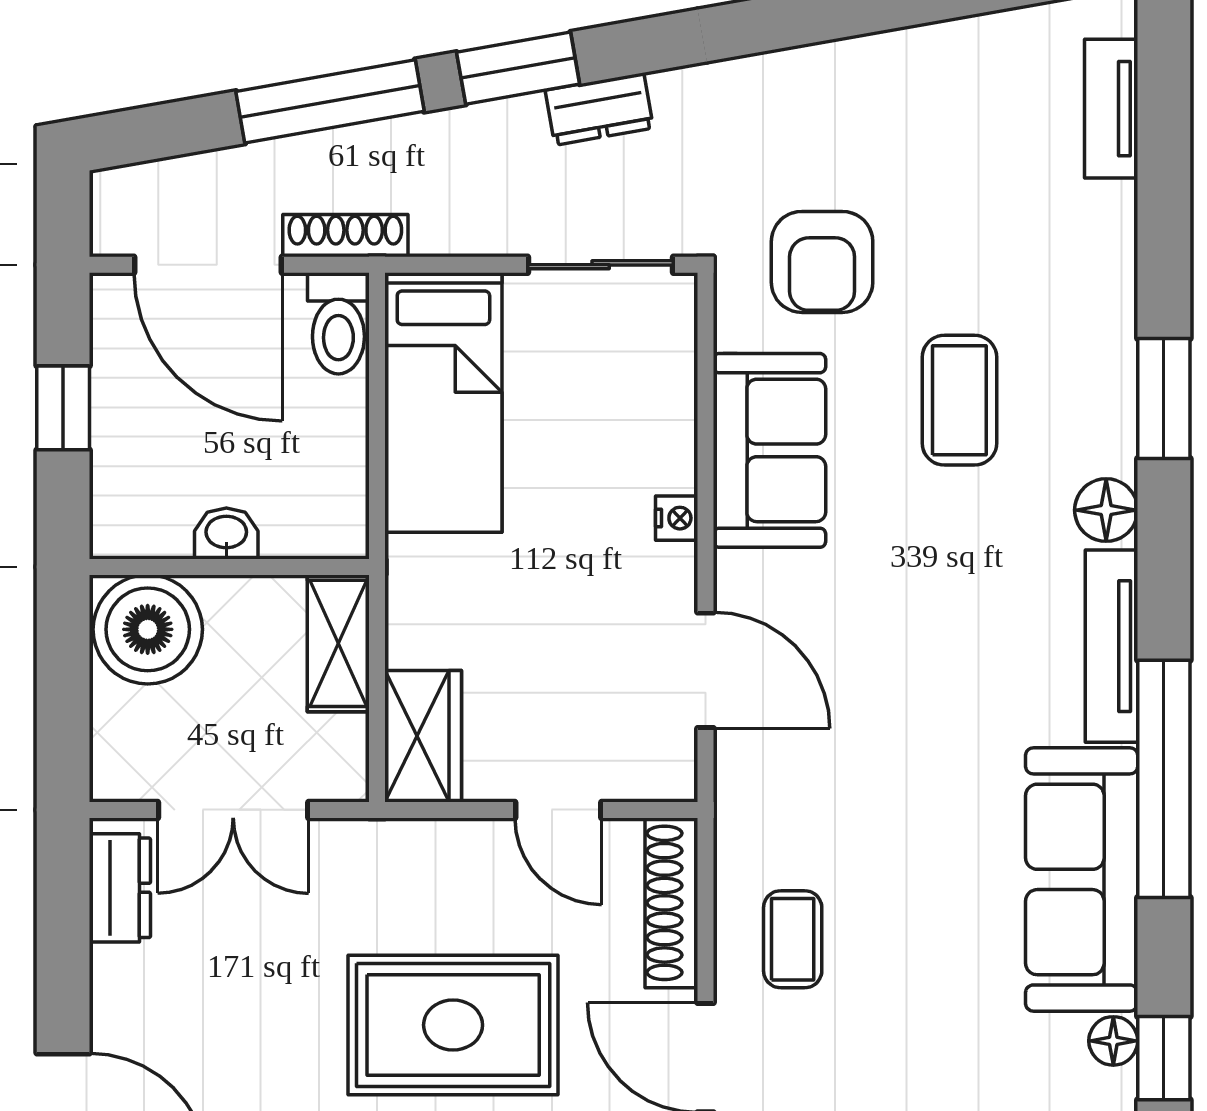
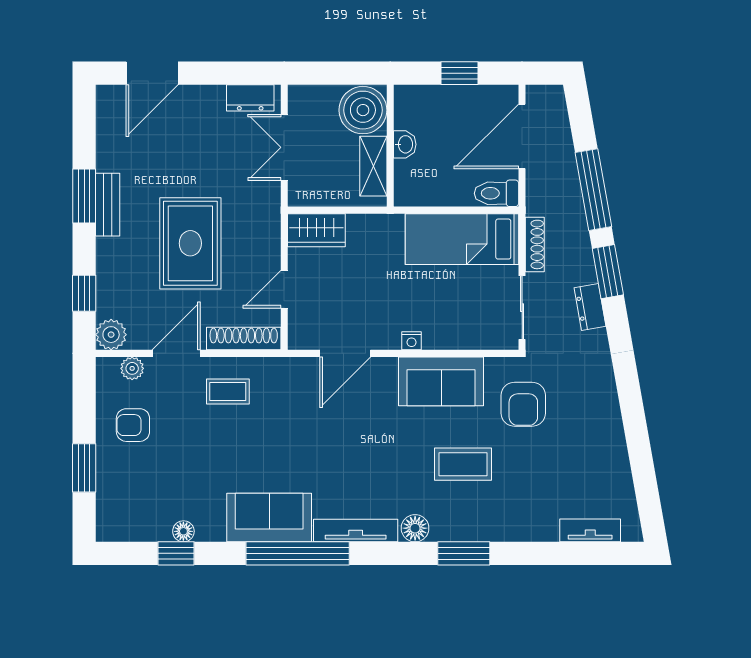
shoe rack: (345, 236) -> (535, 244), moved
armchair: (822, 262) -> (523, 404), turned -90
shelving: (338, 643) -> (373, 166), moved, turned 90
sofa: (1082, 879) -> (269, 518), width x0.73

